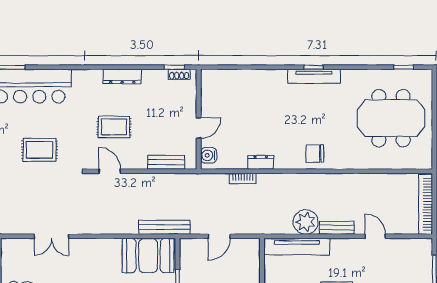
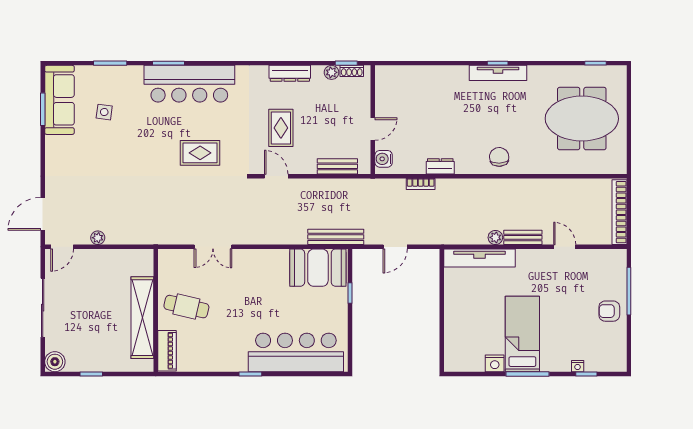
plant: (161, 76) -> (332, 72), added
rug: (114, 127) -> (281, 128), turned 90
chair: (315, 154) -> (499, 157), turned 88
plant: (306, 222) -> (495, 237), width x0.53, depth x0.53

